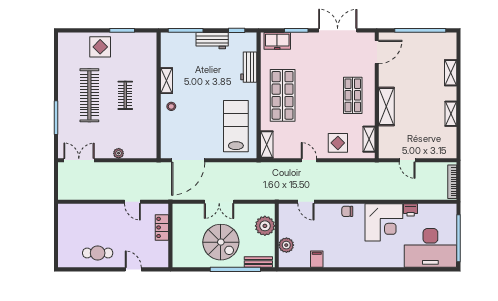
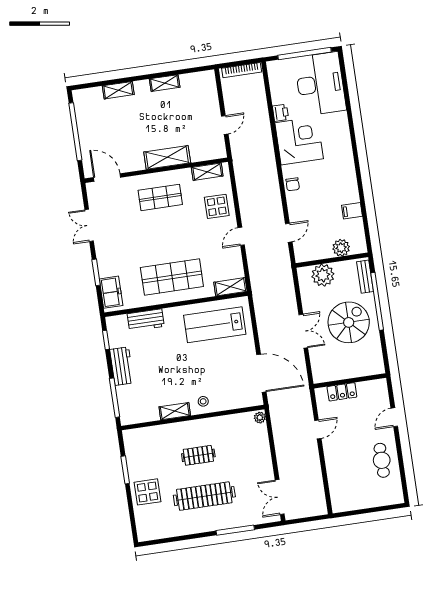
double door: (338, 30) -> (89, 225), width x0.73
plant: (119, 153) -> (260, 418), moved

